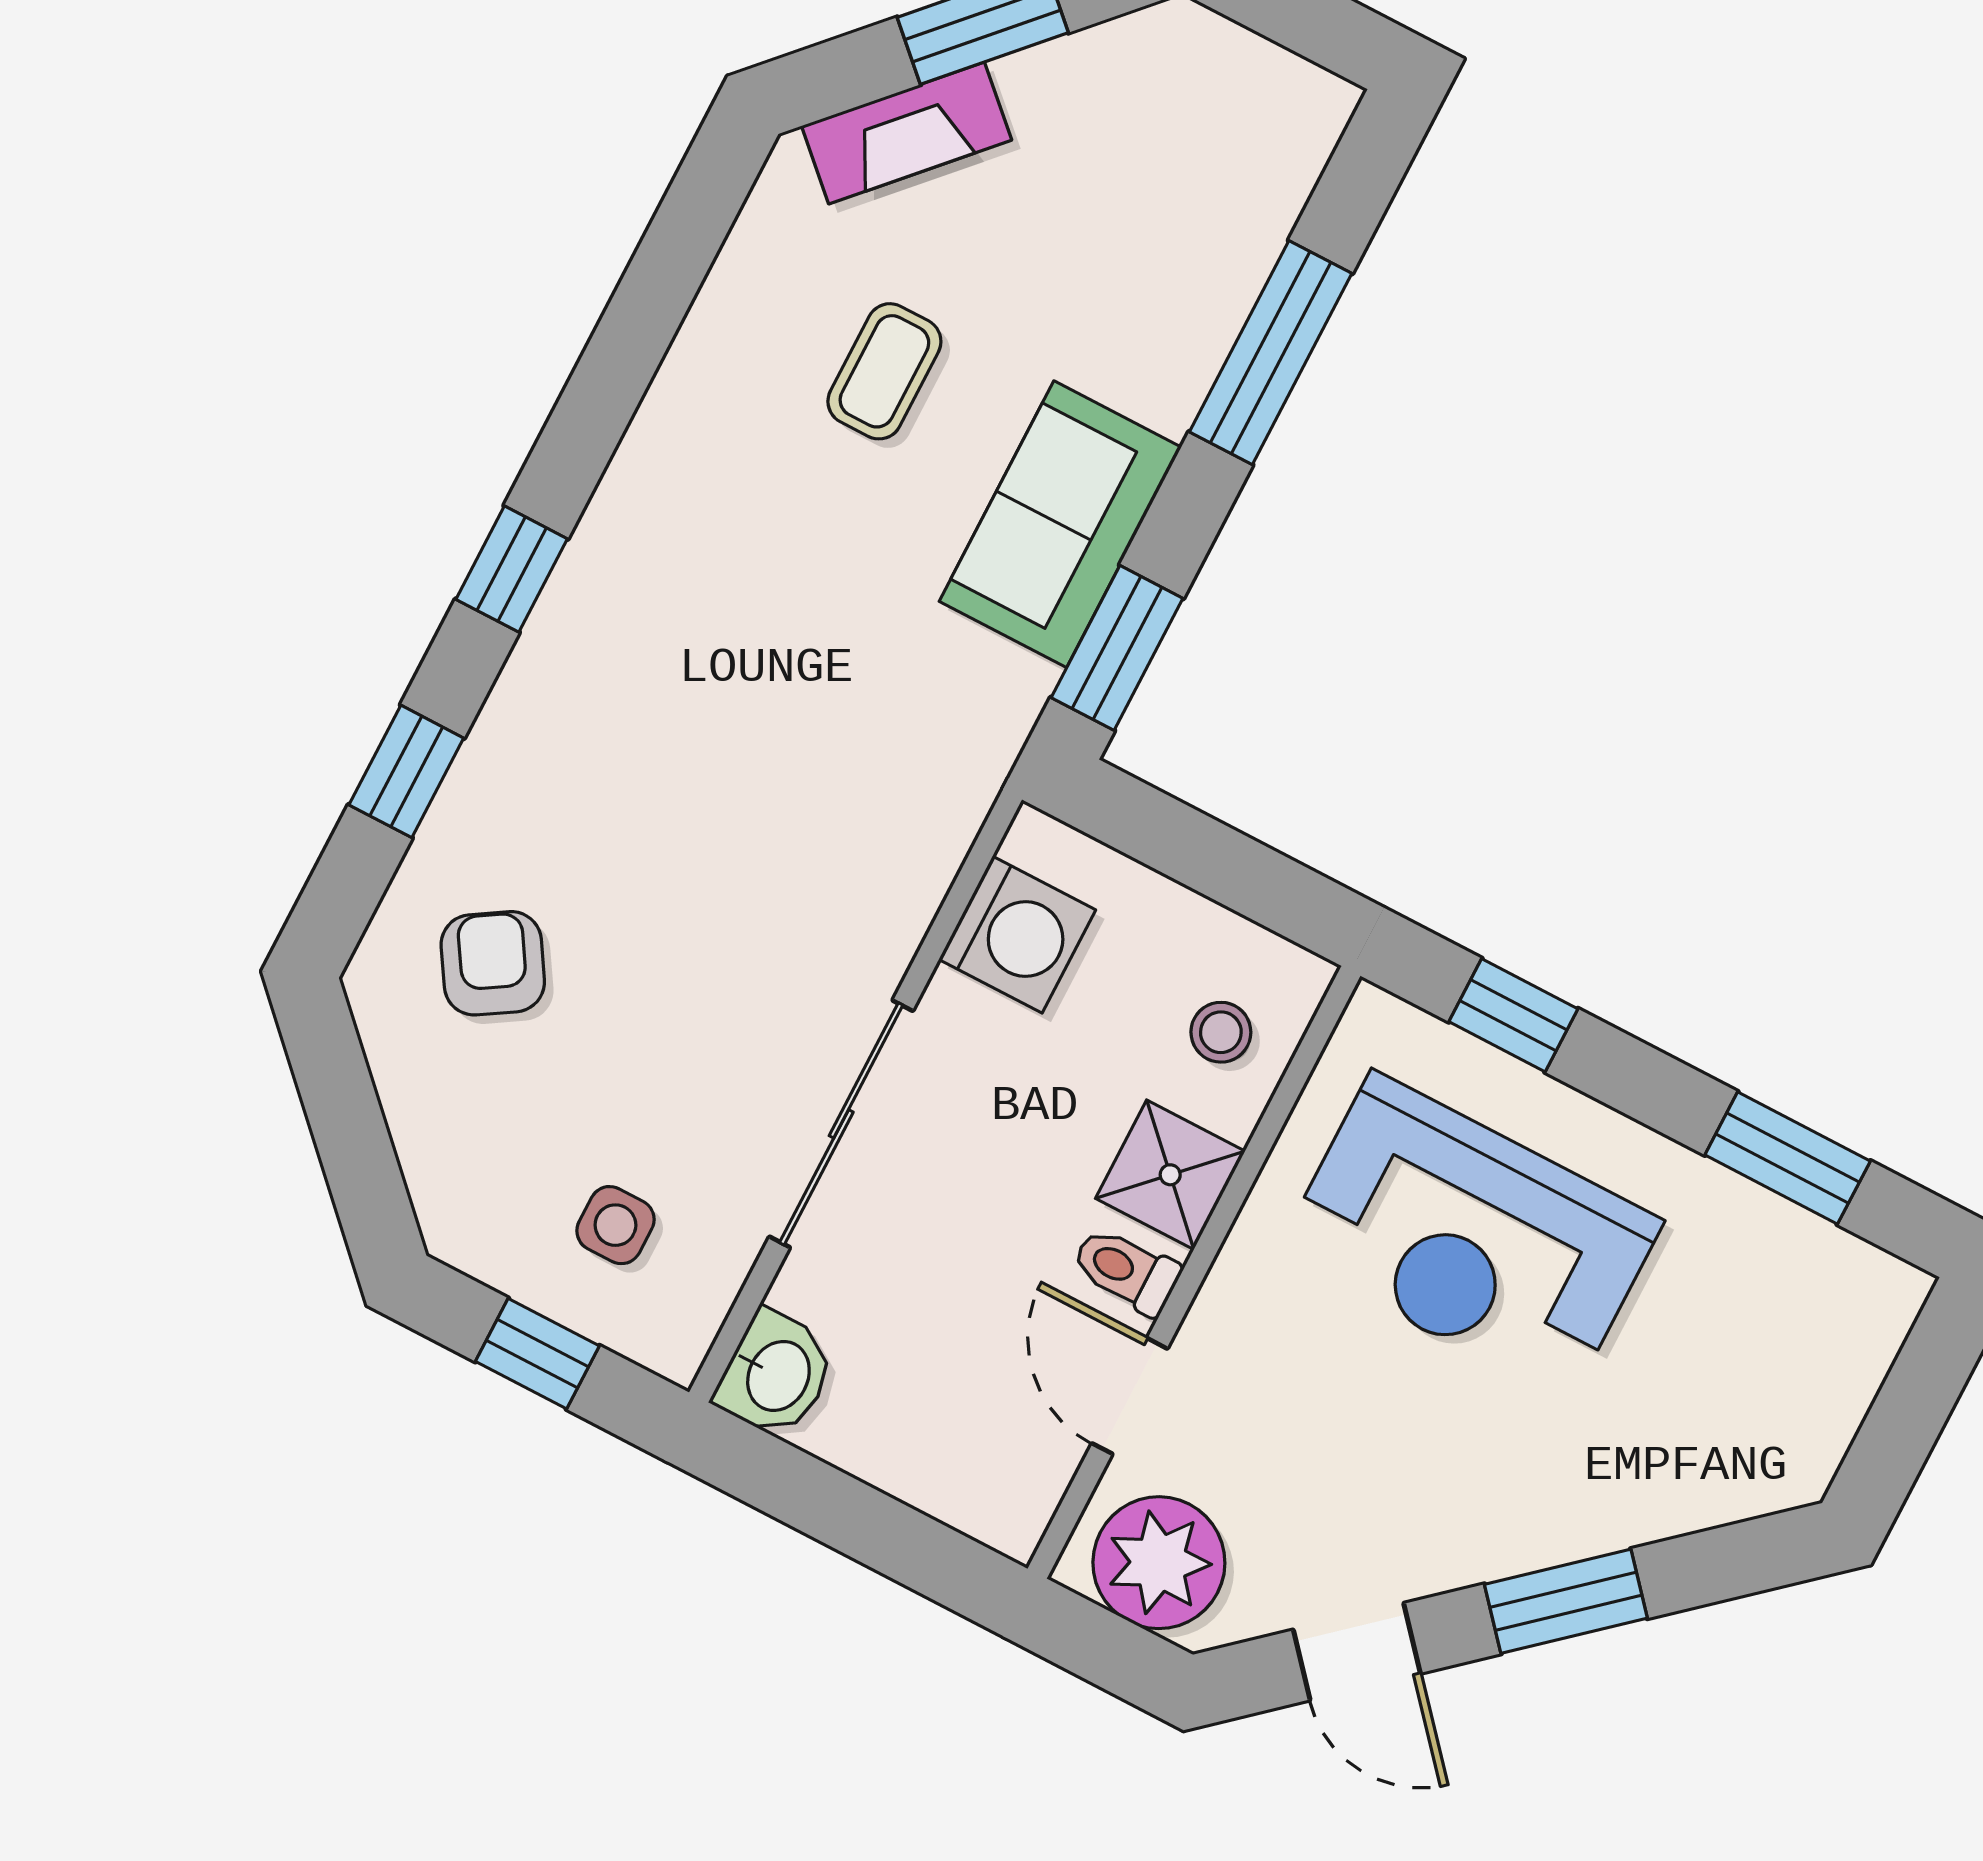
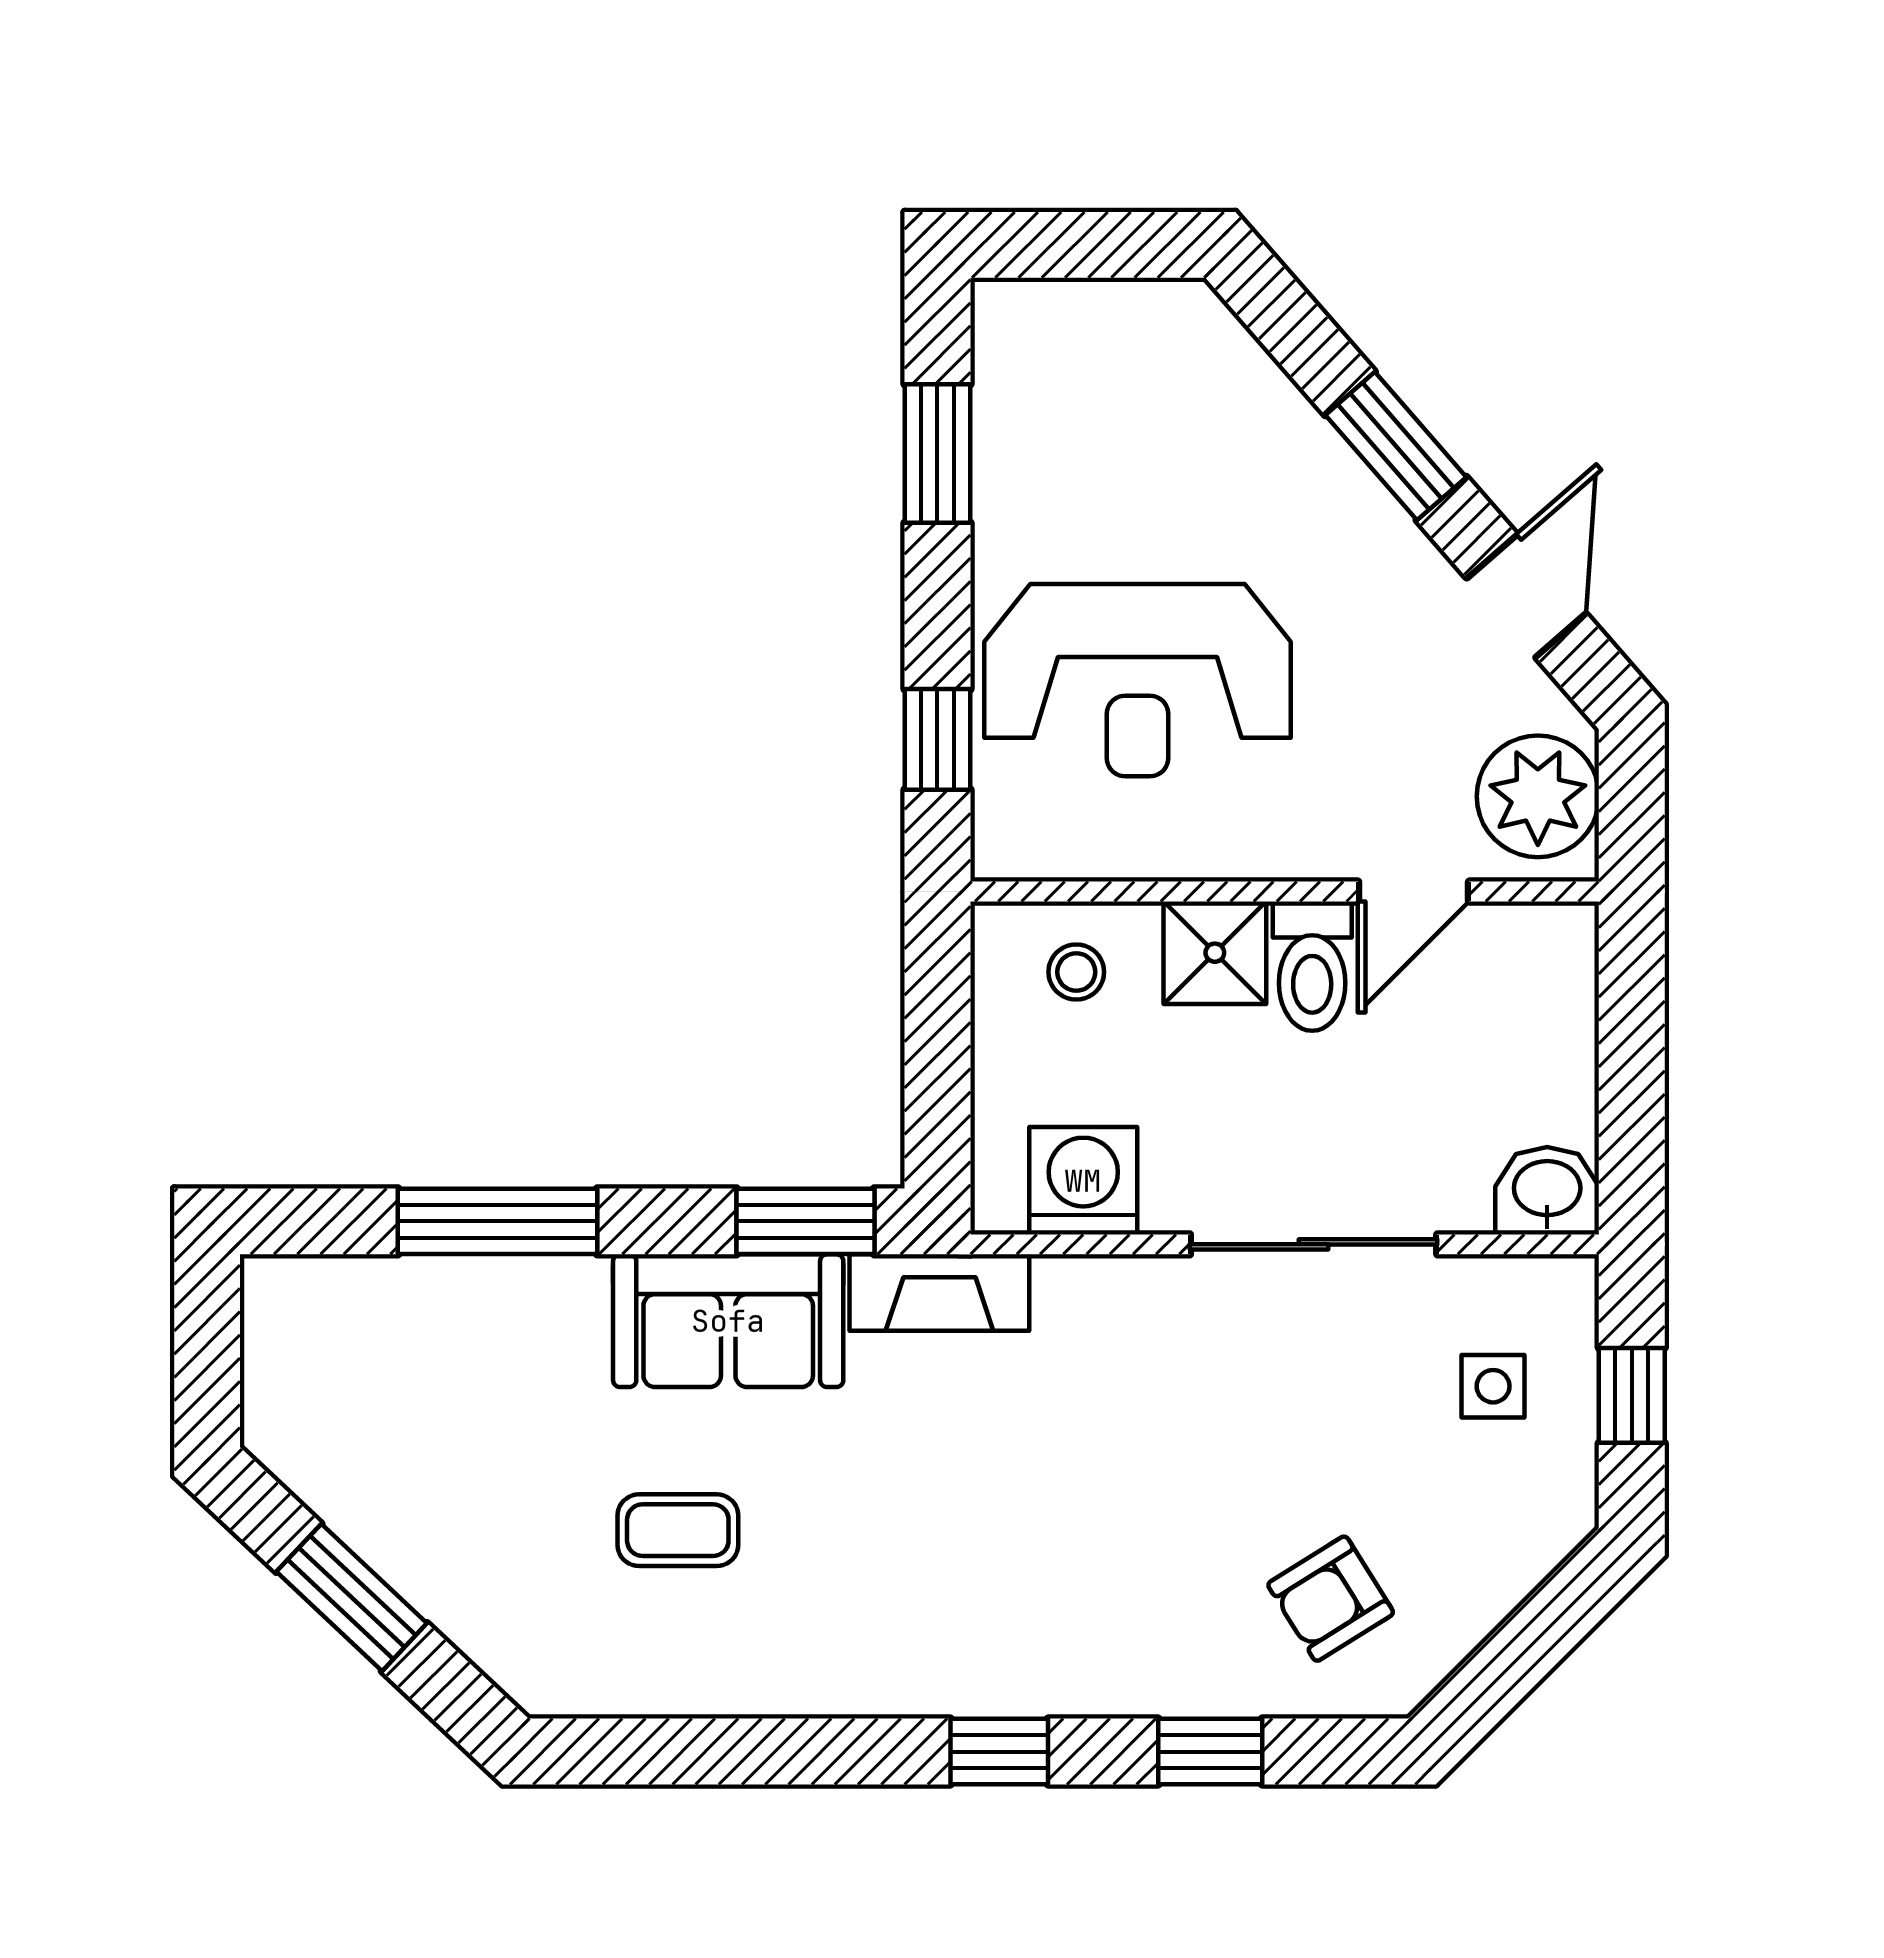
fireplace: (907, 133) -> (939, 1293), moved, turned 137
reception desk: (1470, 1237) -> (1138, 680), turned 90
toilet: (1126, 1270) -> (1312, 966), width x1.37, depth x1.39

